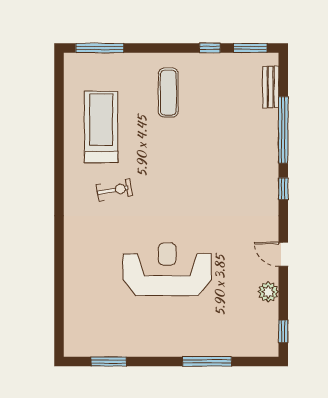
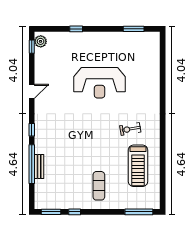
bench: (271, 87) -> (39, 167), moved
door: (283, 254) -> (32, 91), hinge flipped
plant: (268, 292) -> (41, 41), moved
window: (207, 361) -> (76, 29), width x0.46

